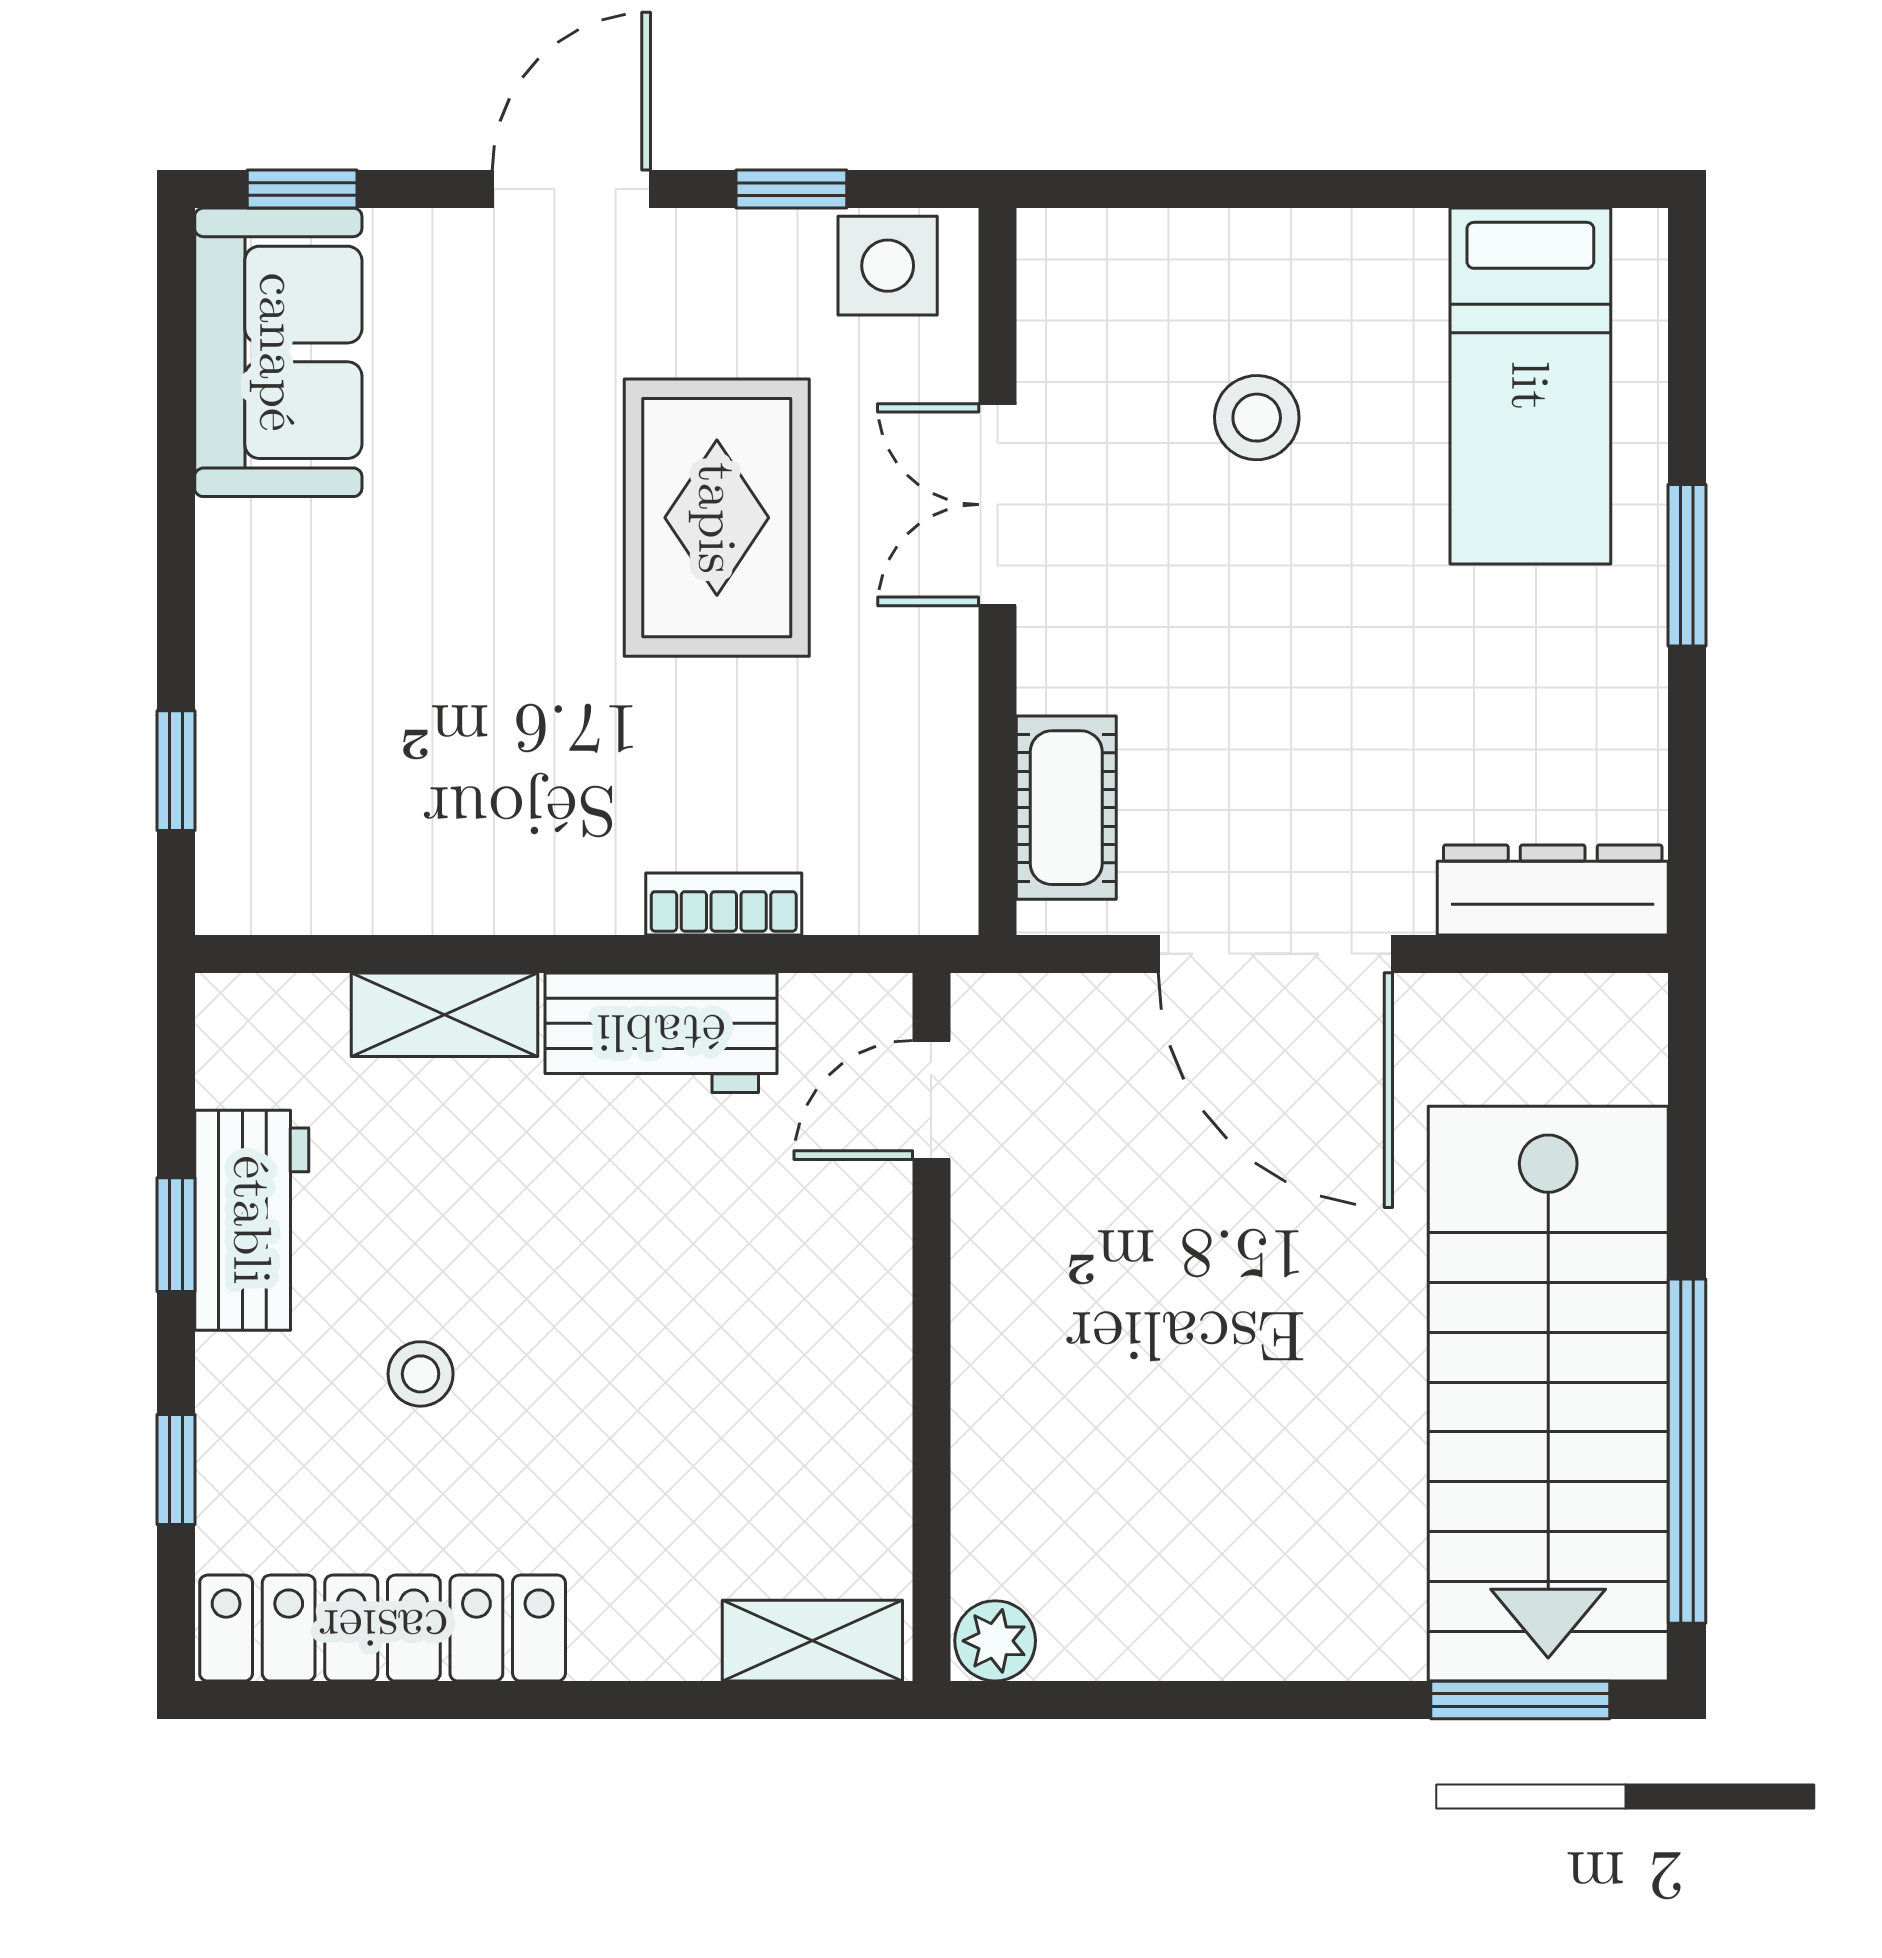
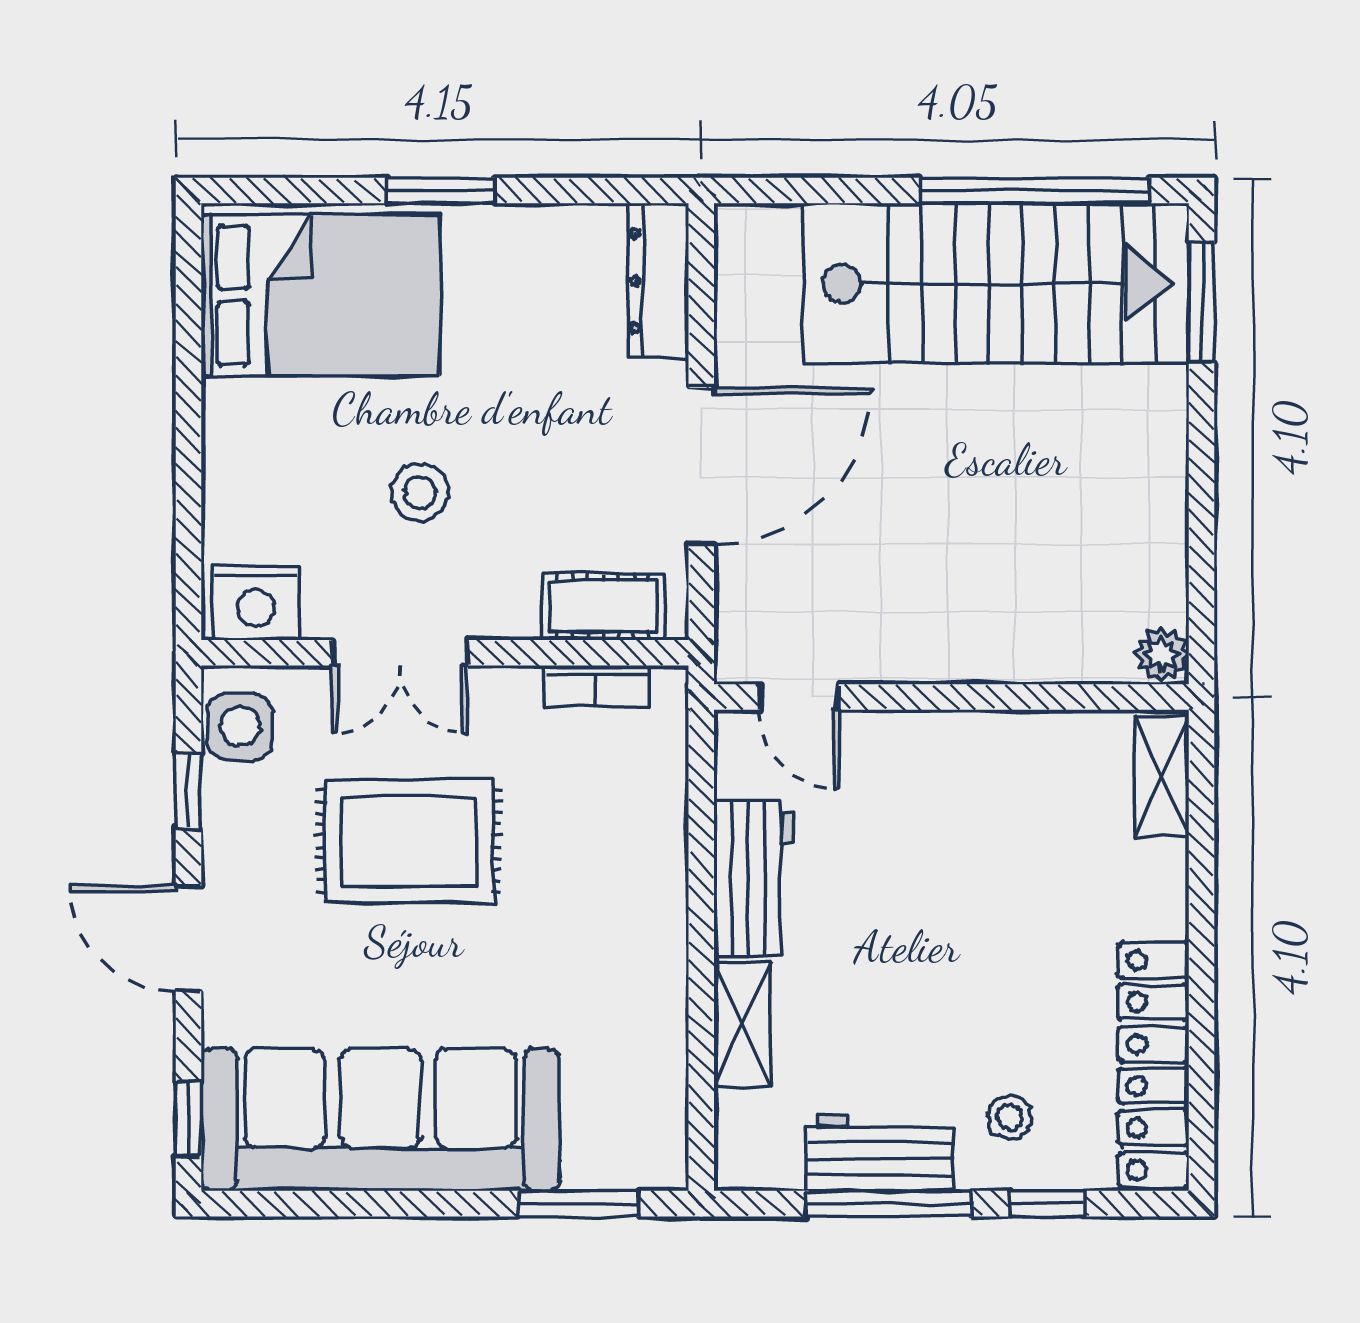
nightstand: (1073, 290) -> (256, 602), added
sofa: (278, 352) -> (380, 1120), width x1.85, depth x1.27
bed: (1530, 386) -> (320, 295), width x1.50
stool: (1257, 418) -> (420, 492), moved
window: (176, 771) -> (578, 1204), width x1.50
bookcase: (724, 904) -> (597, 686), moved, turned -90
window: (176, 1235) -> (889, 1204), width x2.17
stool: (421, 1374) -> (1010, 1117), moved

